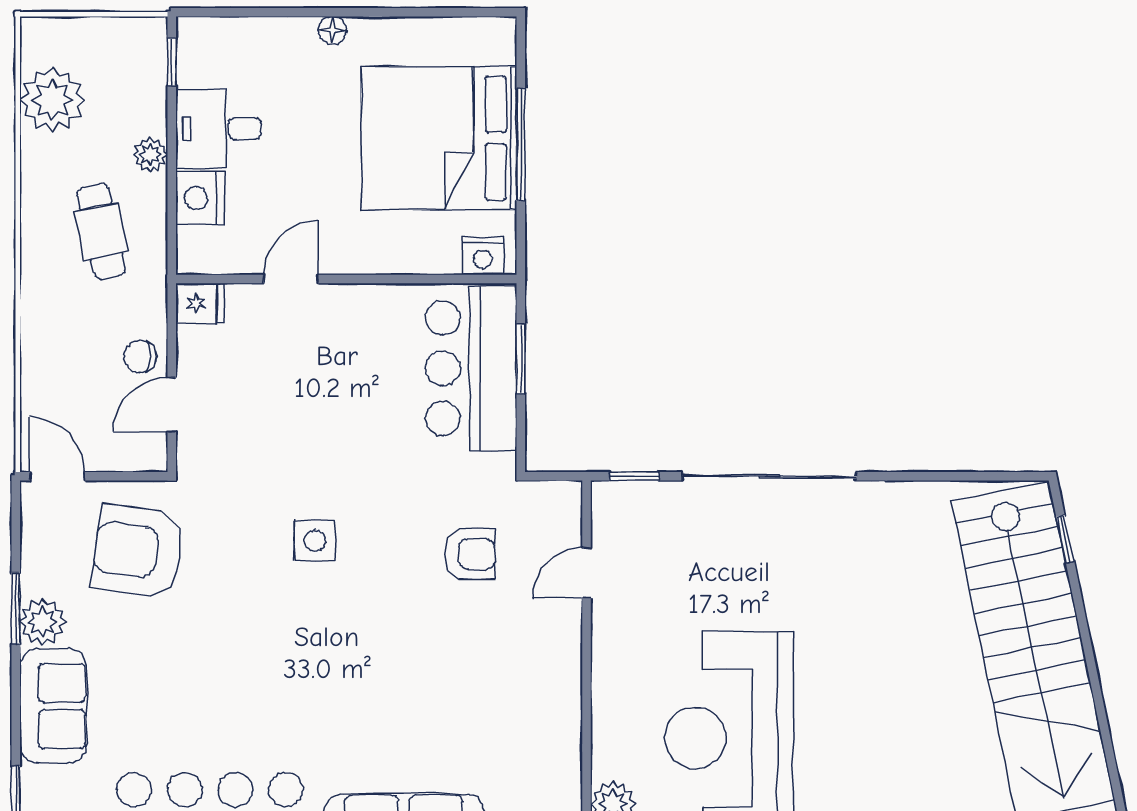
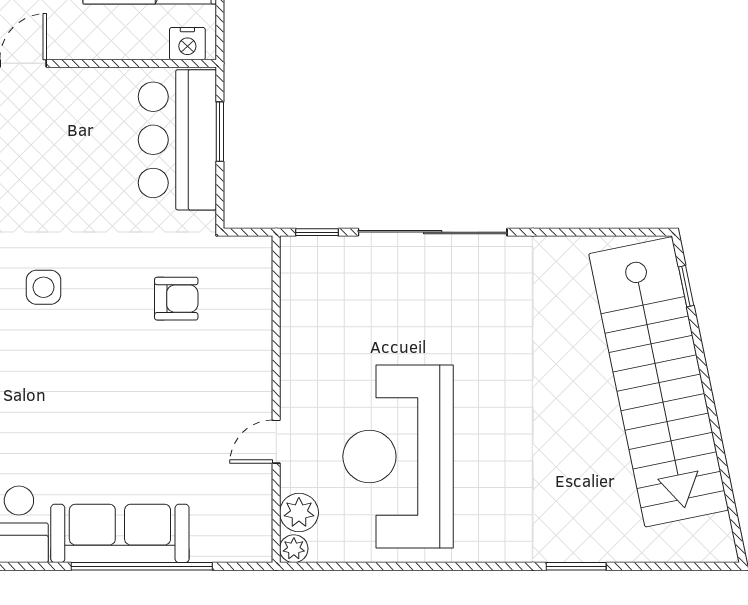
door: (586, 573) -> (276, 442), moved

